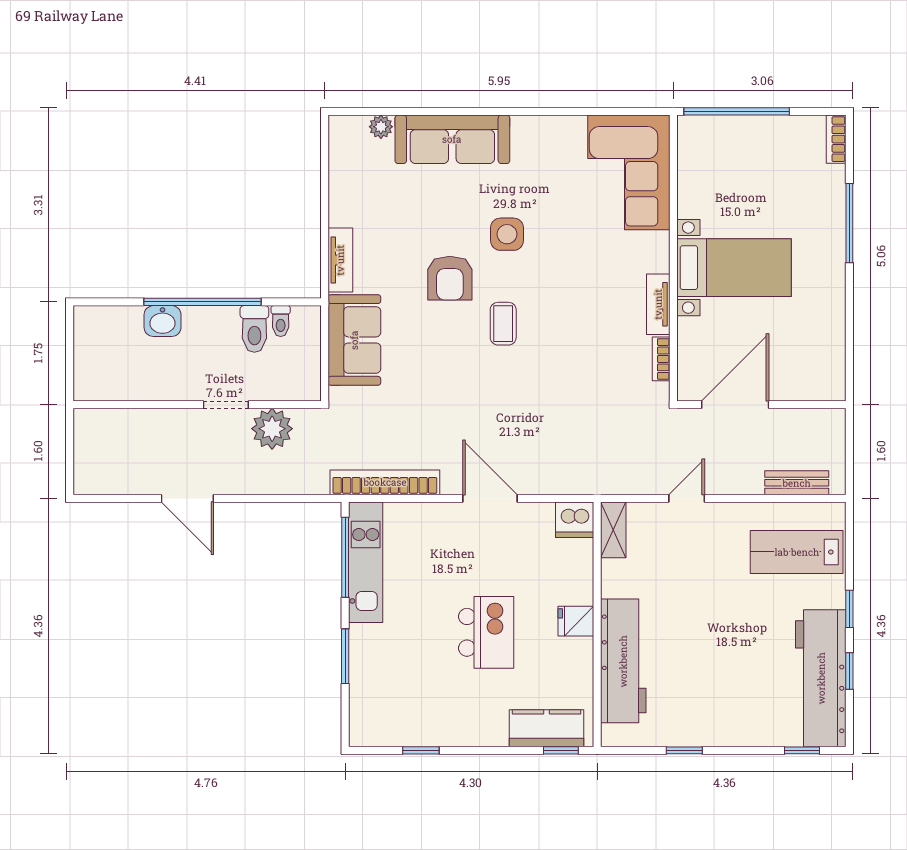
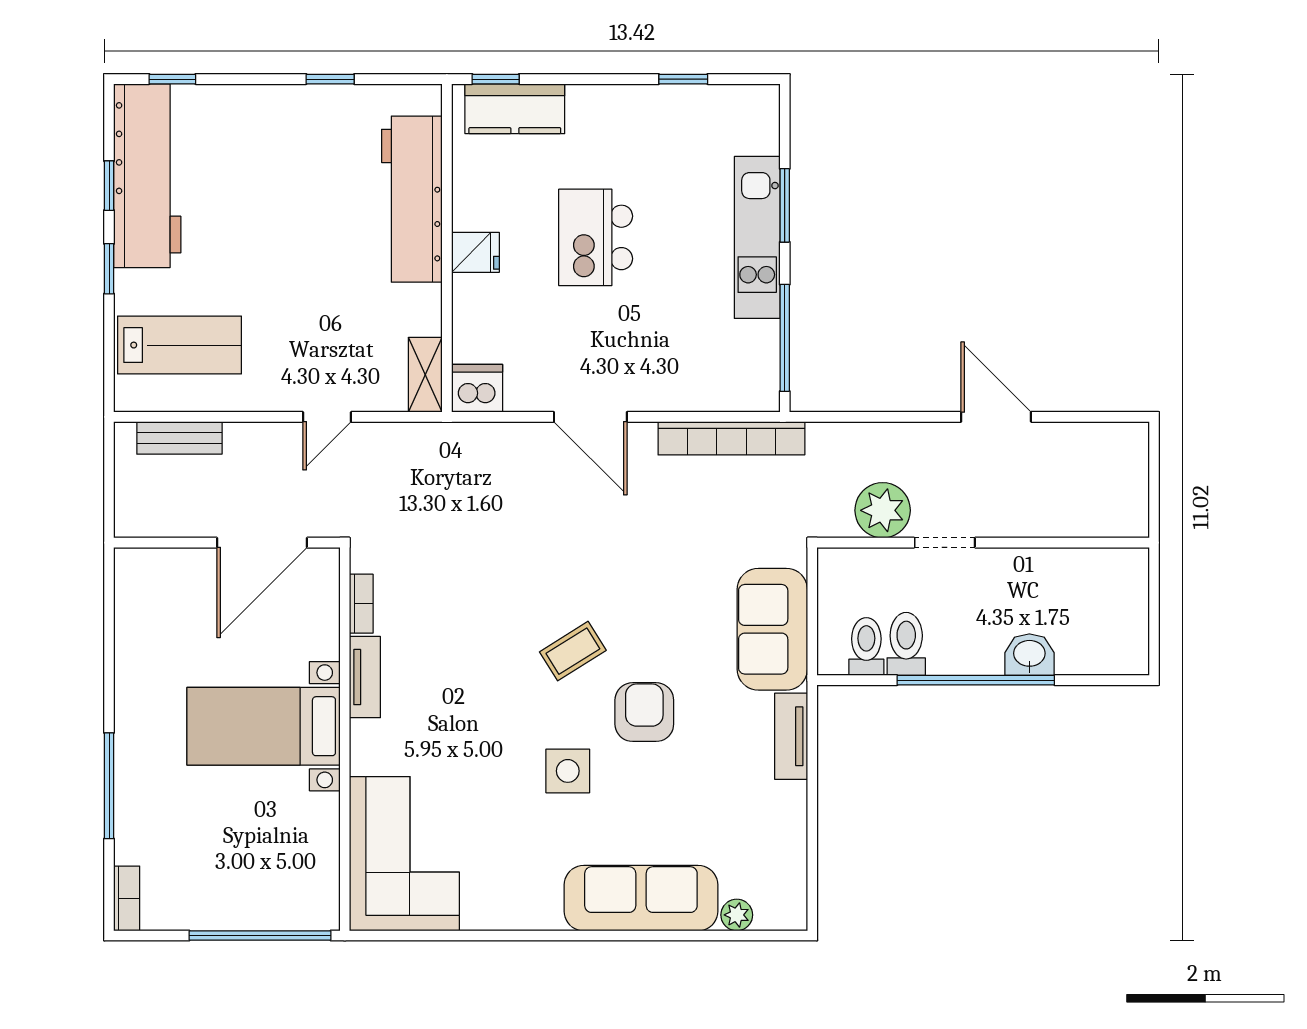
toilet: (281, 321) -> (866, 647), width x1.37, depth x1.39
coffee table: (503, 324) -> (573, 651), turned 58
kitchen unit: (366, 562) -> (757, 237), moved

